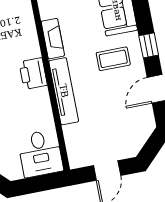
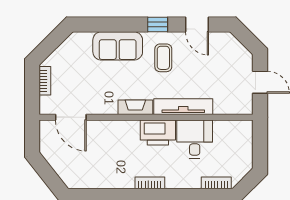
printer: (33, 74) -> (158, 132), width x1.37, depth x1.19
desk: (40, 153) -> (195, 139), moved, turned -90

